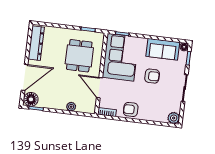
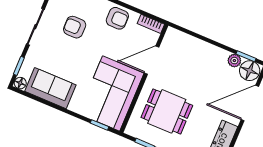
dining table: (79, 56) -> (167, 111), turned 90
armchair: (152, 76) -> (75, 27), moved
door: (99, 88) -> (152, 60), swing flipped
plant: (71, 107) -> (234, 61), moved

